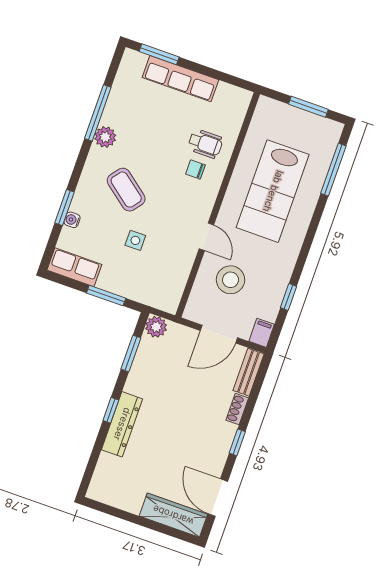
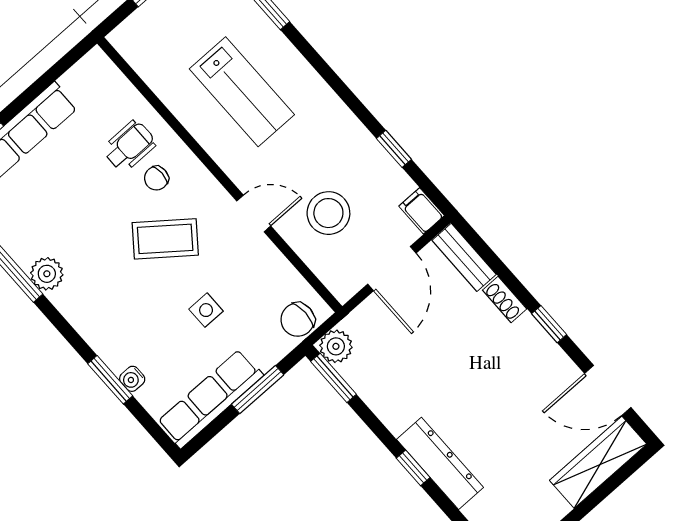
coffee table: (126, 190) -> (165, 239), moved
lab bench: (273, 191) -> (242, 92), width x0.73, depth x0.72
row of seats: (74, 267) -> (210, 399), width x1.48
chair: (159, 296) -> (298, 320), added
window: (131, 353) -> (333, 378), moved

